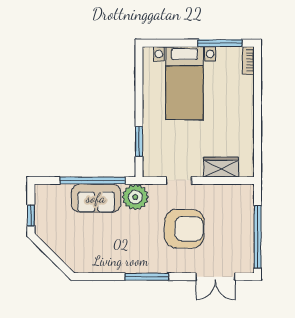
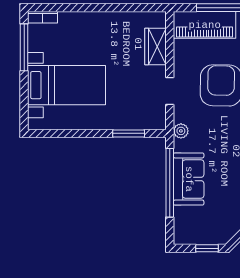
plant: (135, 197) -> (181, 131), width x0.53, depth x0.53
piano: (241, 213) -> (205, 25), added

